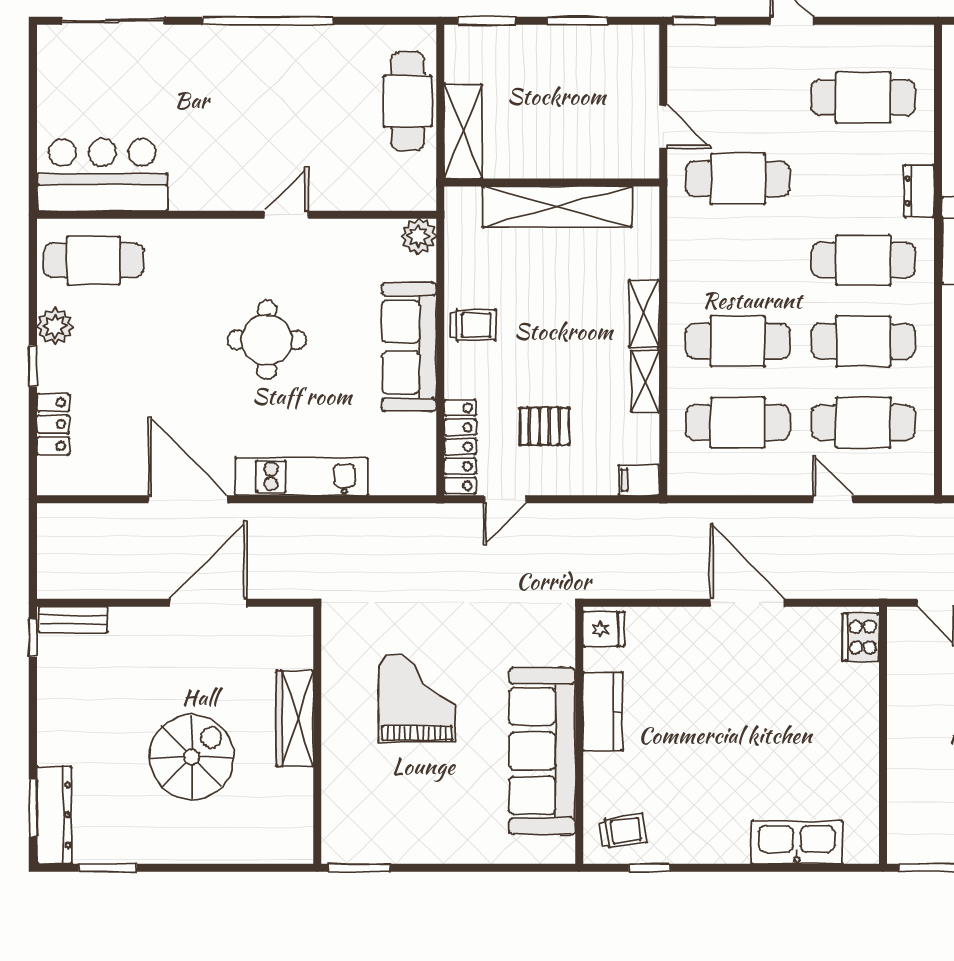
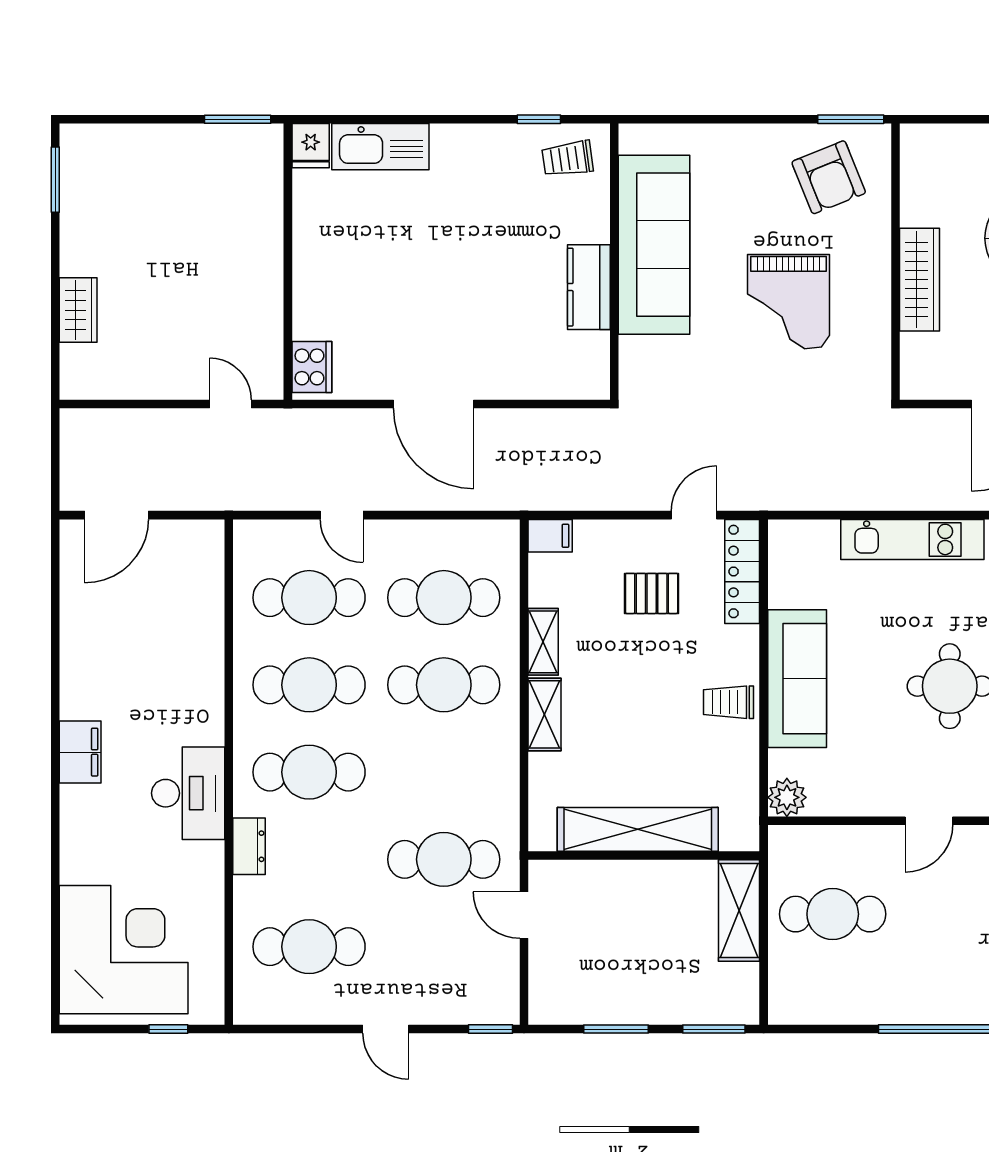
cafe table: (408, 101) -> (833, 914), moved, turned 90
fridge: (604, 629) -> (311, 146), moved, turned -90
armchair: (380, 814) -> (829, 177), added

